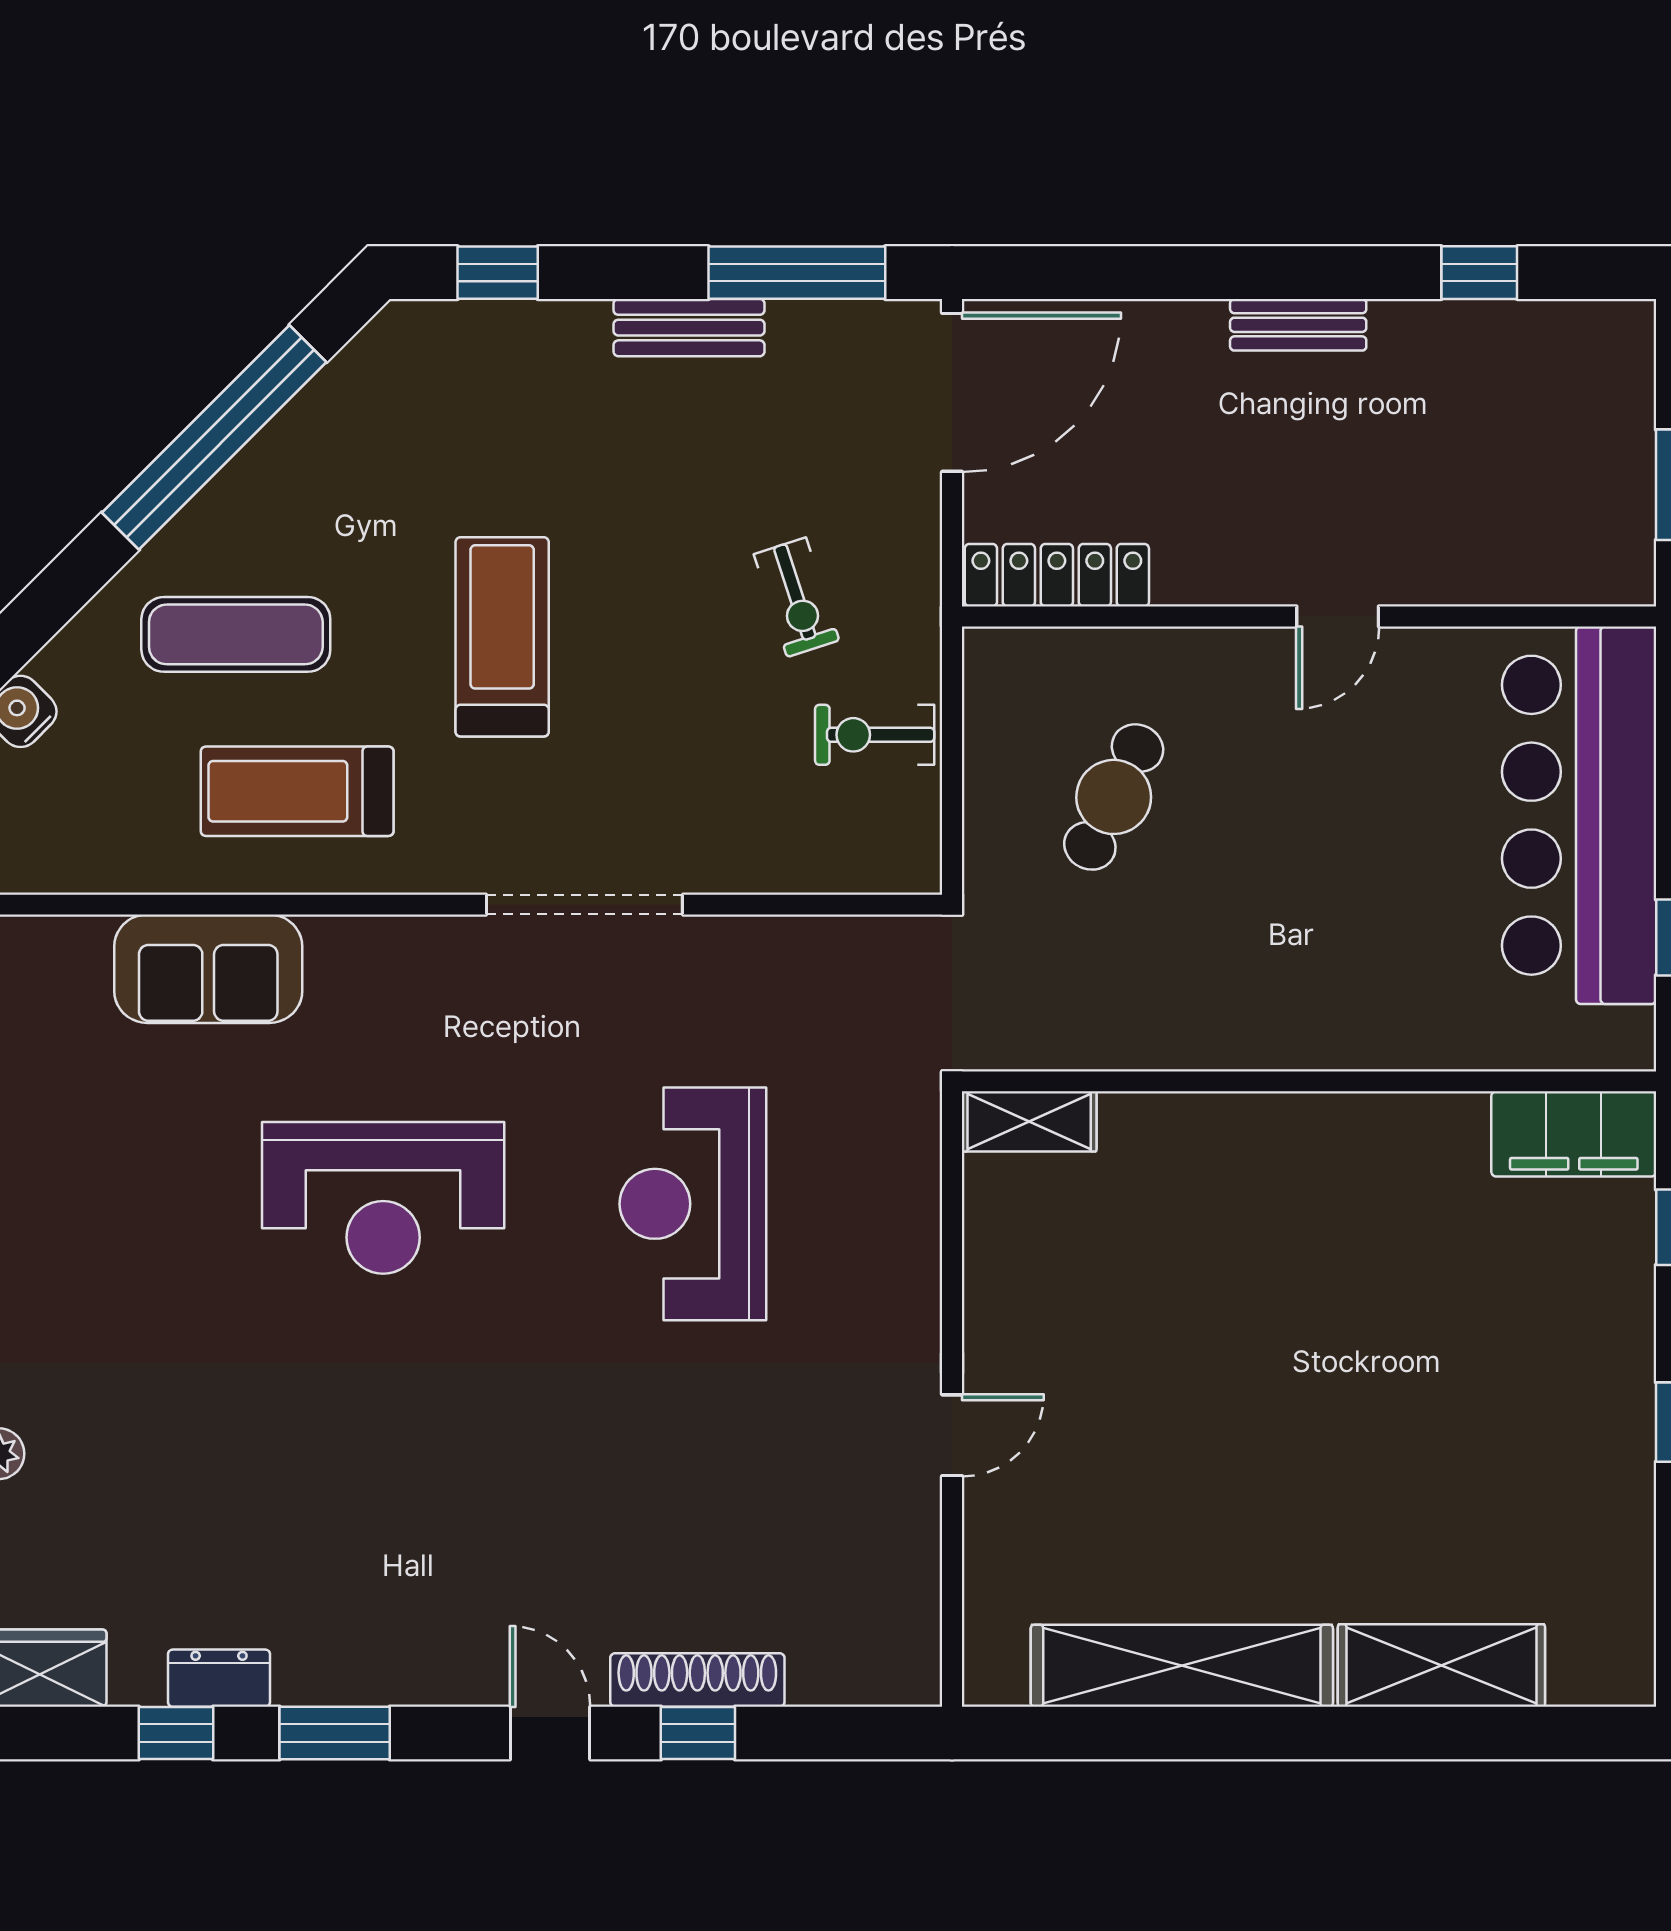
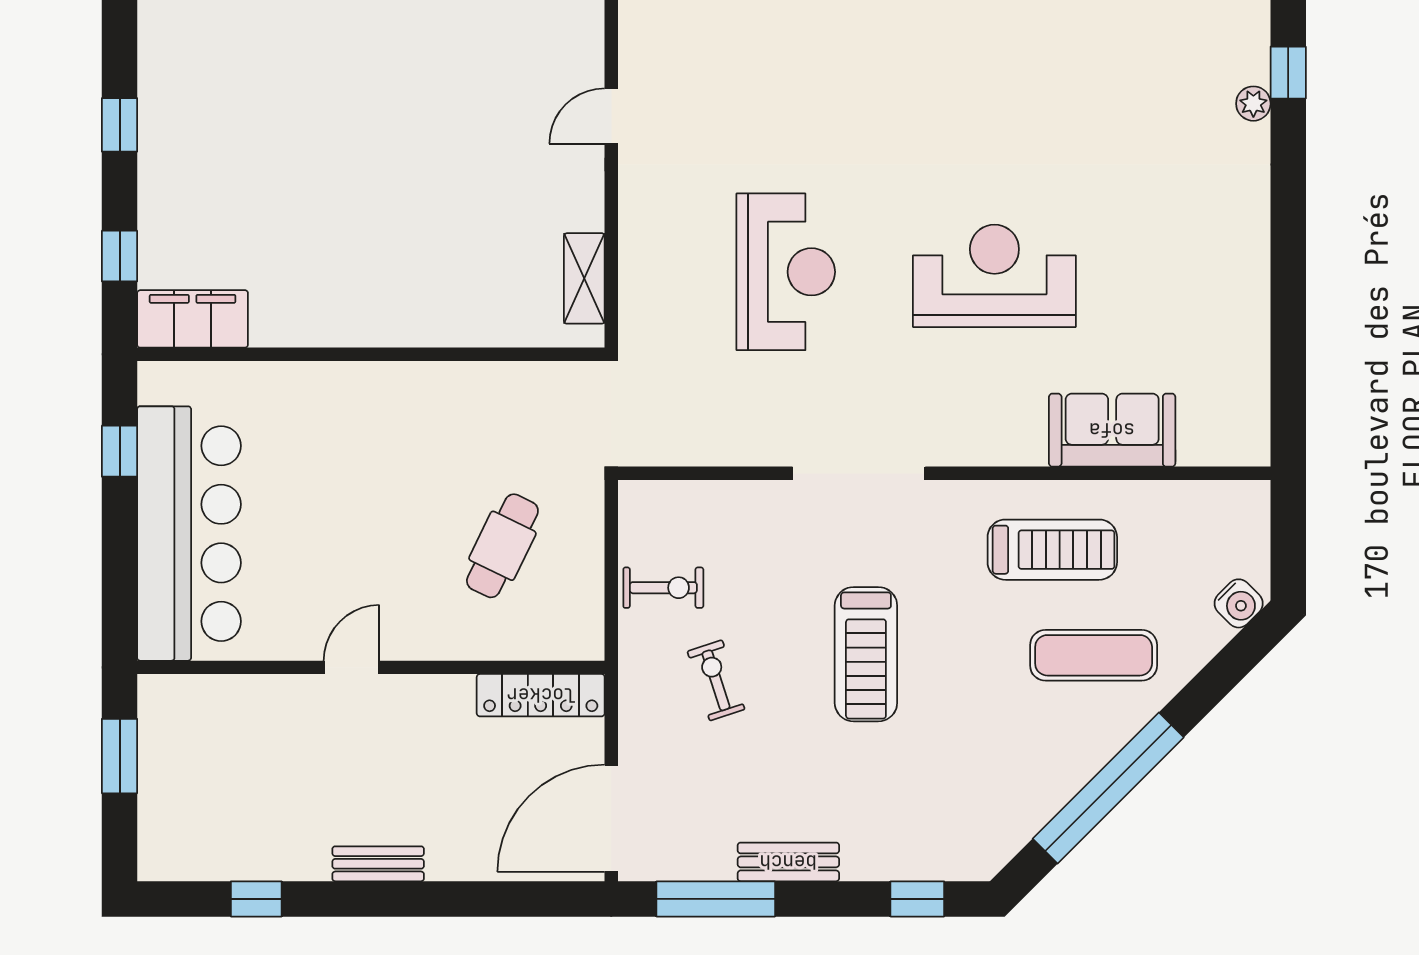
treadmill: (502, 637) -> (866, 654), moved
shelving: (1029, 1121) -> (584, 278), moved, turned 90

